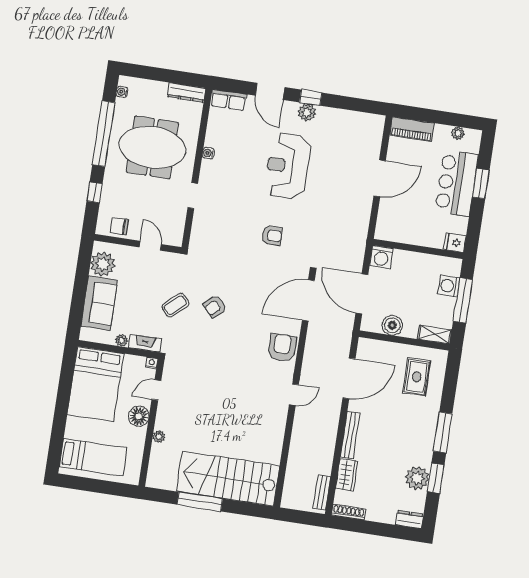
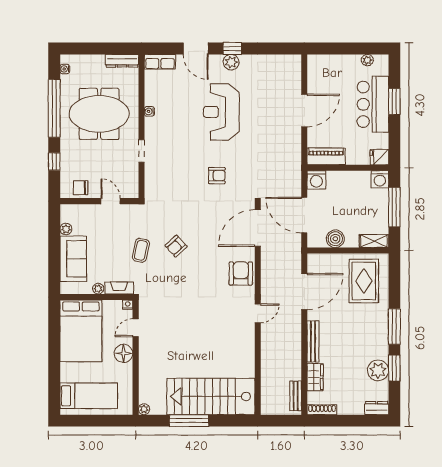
piano: (412, 129) -> (326, 156), moved, turned 180
plant: (103, 264) -> (66, 229), width x0.53, depth x0.53
washing machine: (449, 286) -> (380, 179), moved, turned -90
coffee table: (175, 305) -> (141, 250), turned -36
rug: (417, 377) -> (364, 281), width x1.36, depth x1.43
plant: (159, 437) -> (144, 409), moved

